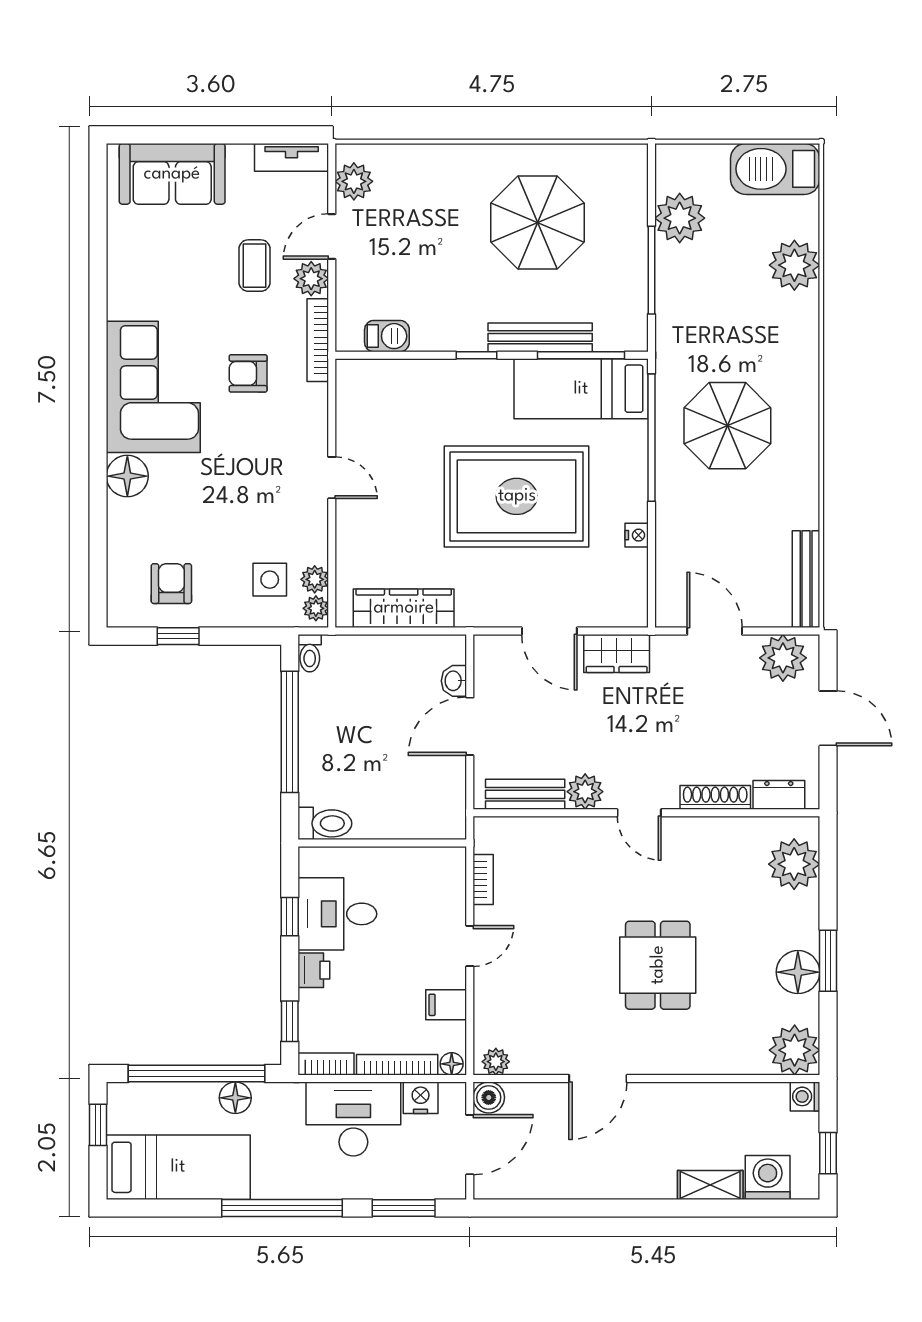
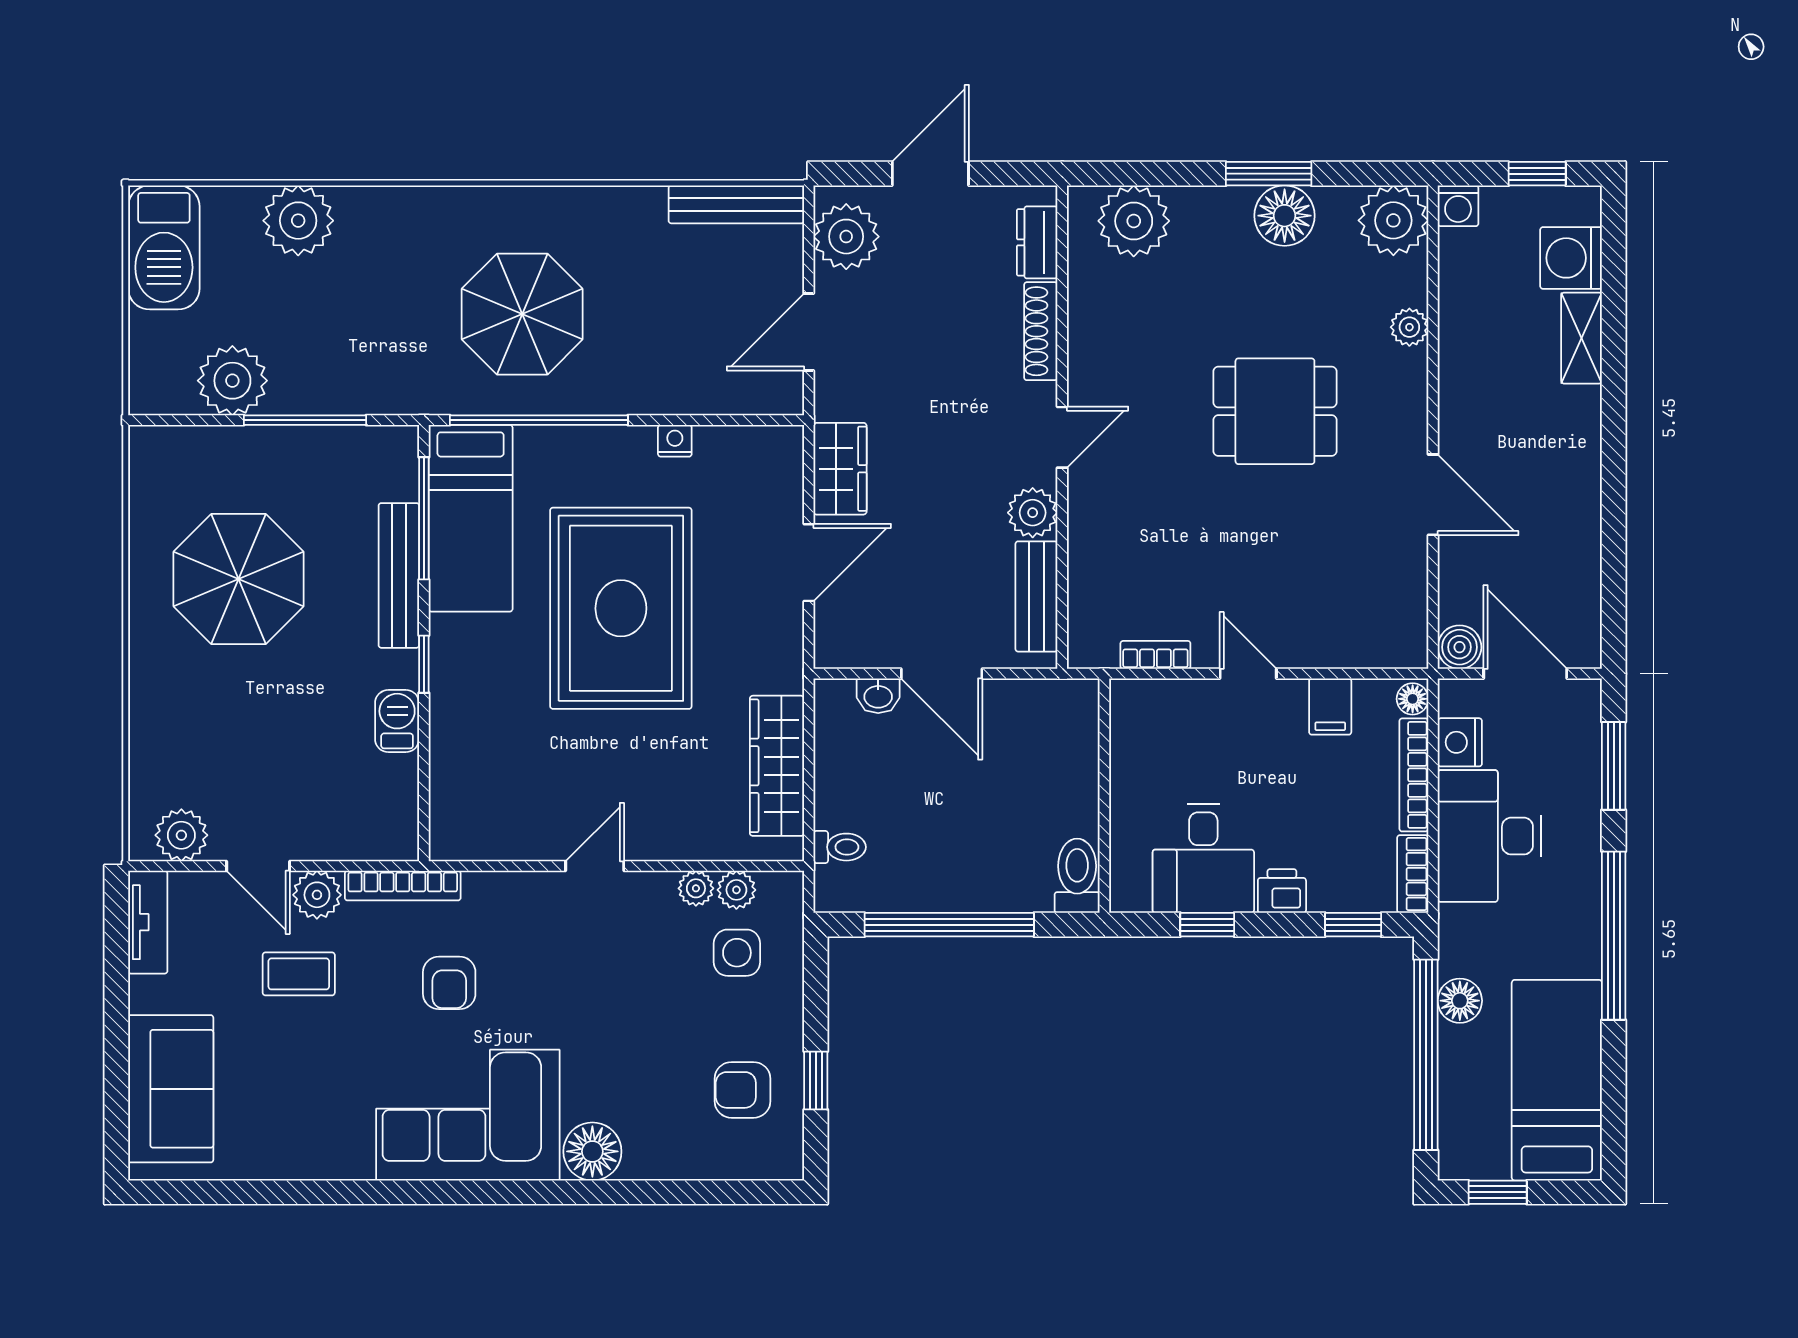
barbecue: (387, 336) -> (397, 721), moved
plant: (316, 608) -> (696, 888), moved
toilet: (310, 653) -> (840, 847), moved
plant: (496, 1062) -> (1409, 327), moved

